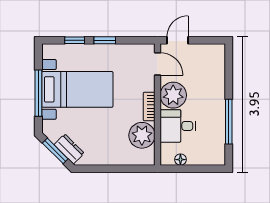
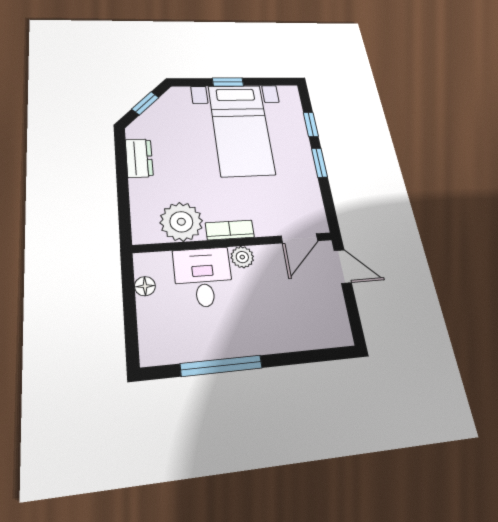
window: (38, 93) -> (228, 82), width x0.46
plant: (173, 95) -> (242, 257), width x0.53, depth x0.53
dresser: (69, 149) -> (139, 158), moved, turned -45
window: (55, 151) -> (145, 103), width x0.67

